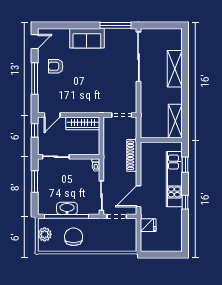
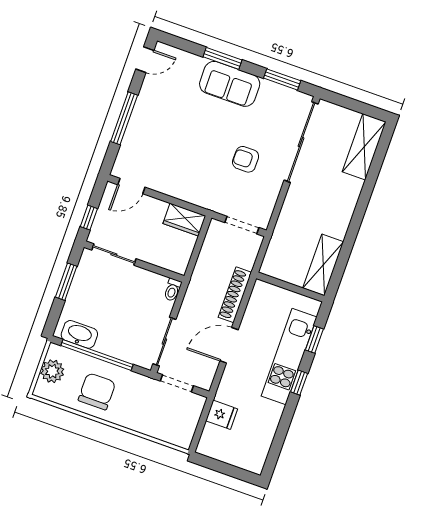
window: (78, 25) -> (223, 58), added
window: (115, 25) -> (282, 79), width x0.69
armchair: (56, 66) -> (246, 159), moved
shelving: (175, 69) -> (364, 147), moved
wardrobe: (83, 123) -> (184, 220), width x0.67
window: (35, 130) -> (89, 218), moved
door: (138, 196) -> (229, 345), moved
window: (185, 202) -> (299, 383), moved
washbasin: (67, 208) -> (79, 334), moved

